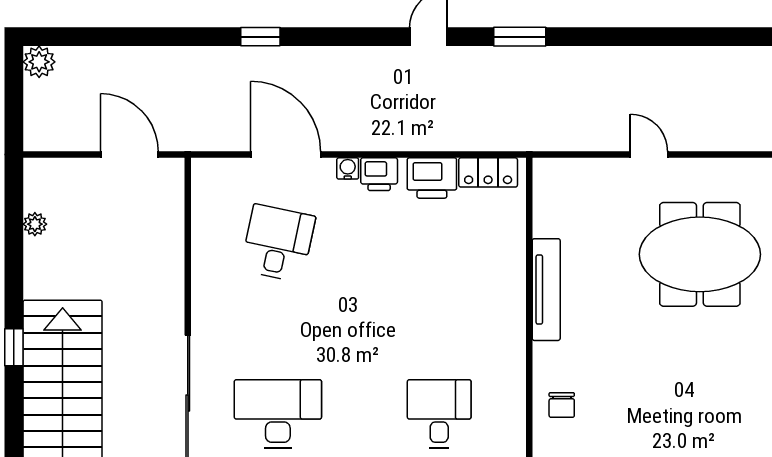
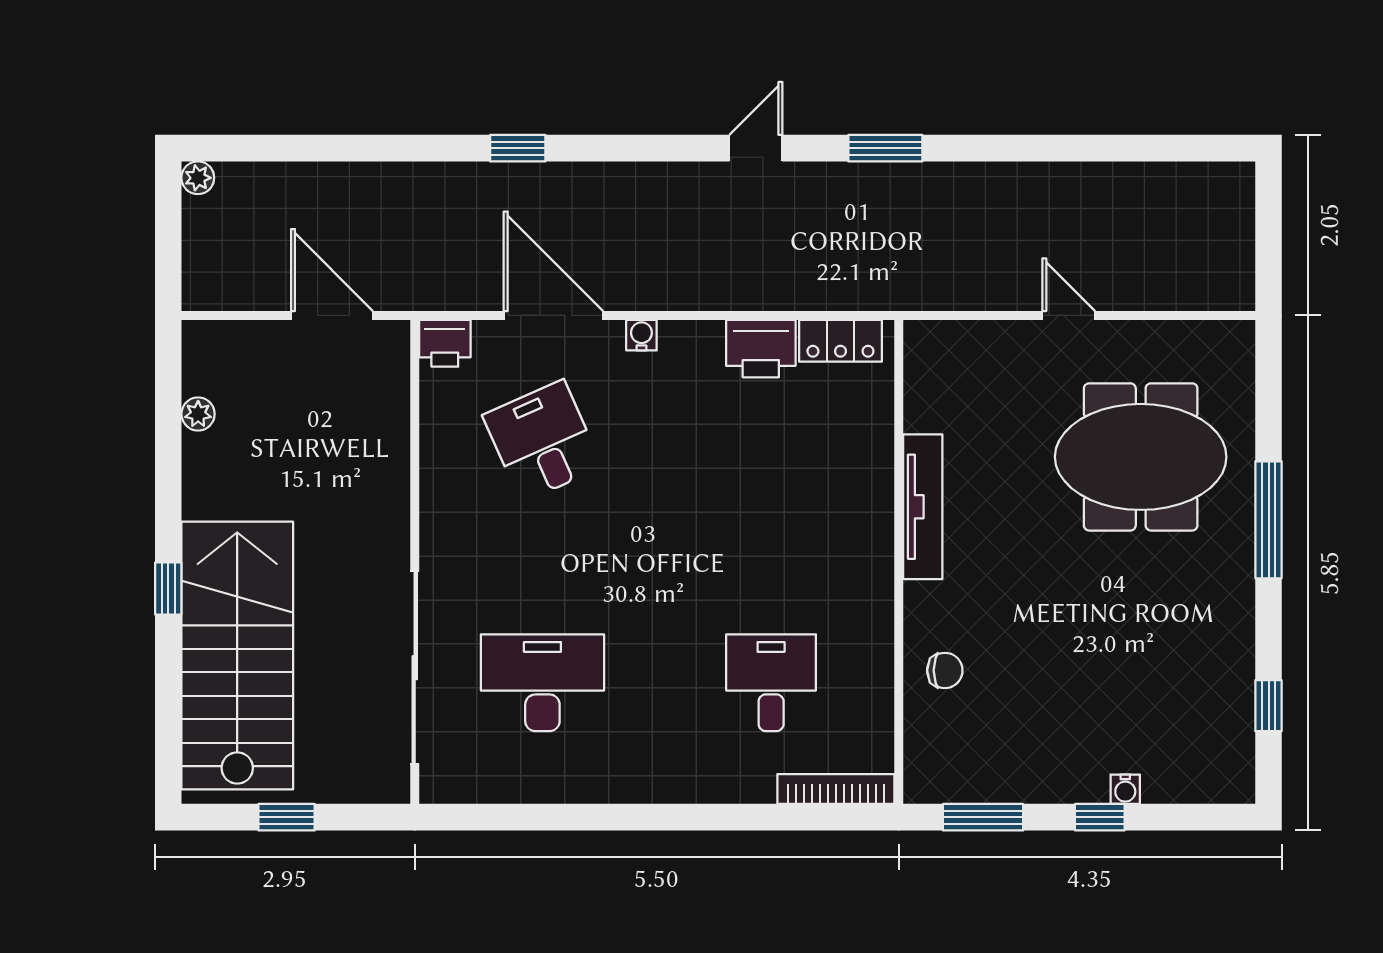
plant: (39, 62) -> (198, 178), width x0.73, depth x0.73
printer: (379, 174) -> (445, 343), moved
desk: (278, 243) -> (542, 441), turned -36
chair: (562, 405) -> (945, 670), turned -90

